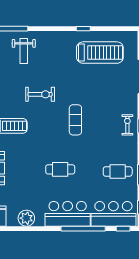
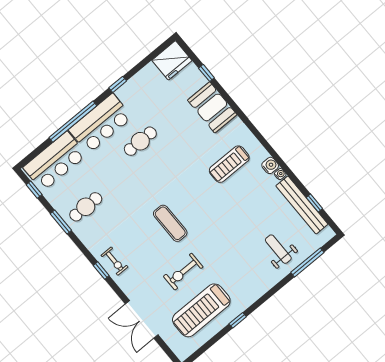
exercise bike: (40, 94) -> (183, 272), moved
cafe table: (60, 169) -> (140, 141), moved
plant: (26, 218) -> (138, 85), removed
window: (123, 229) -> (118, 84), moved

